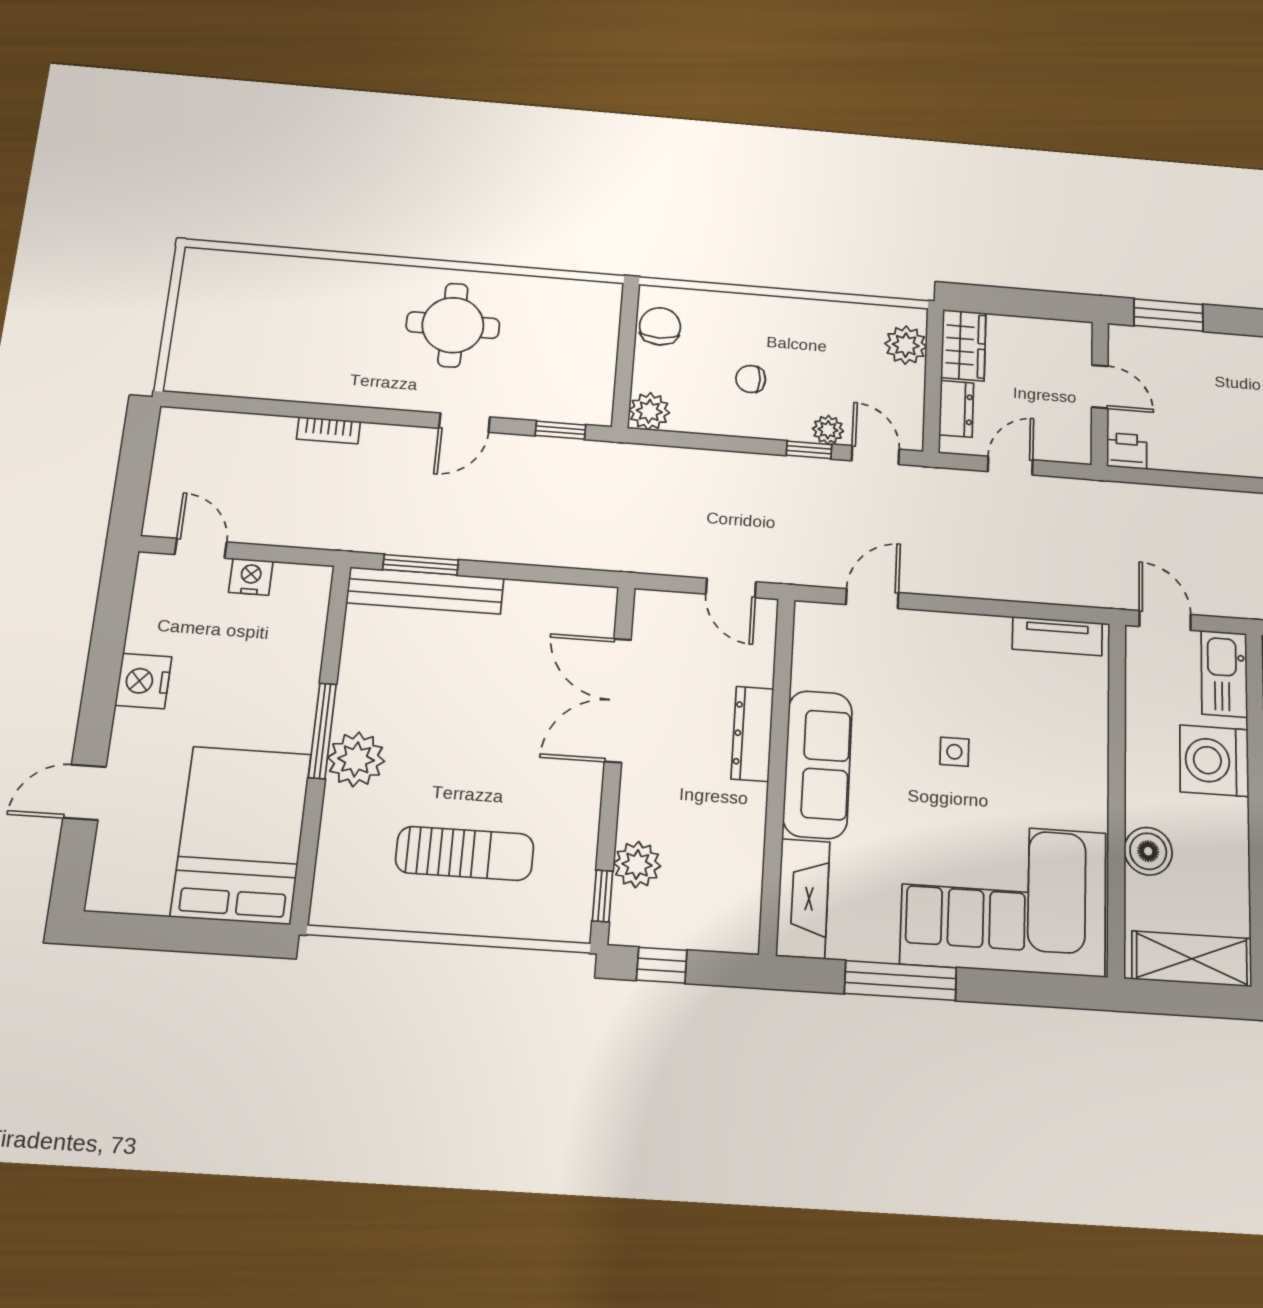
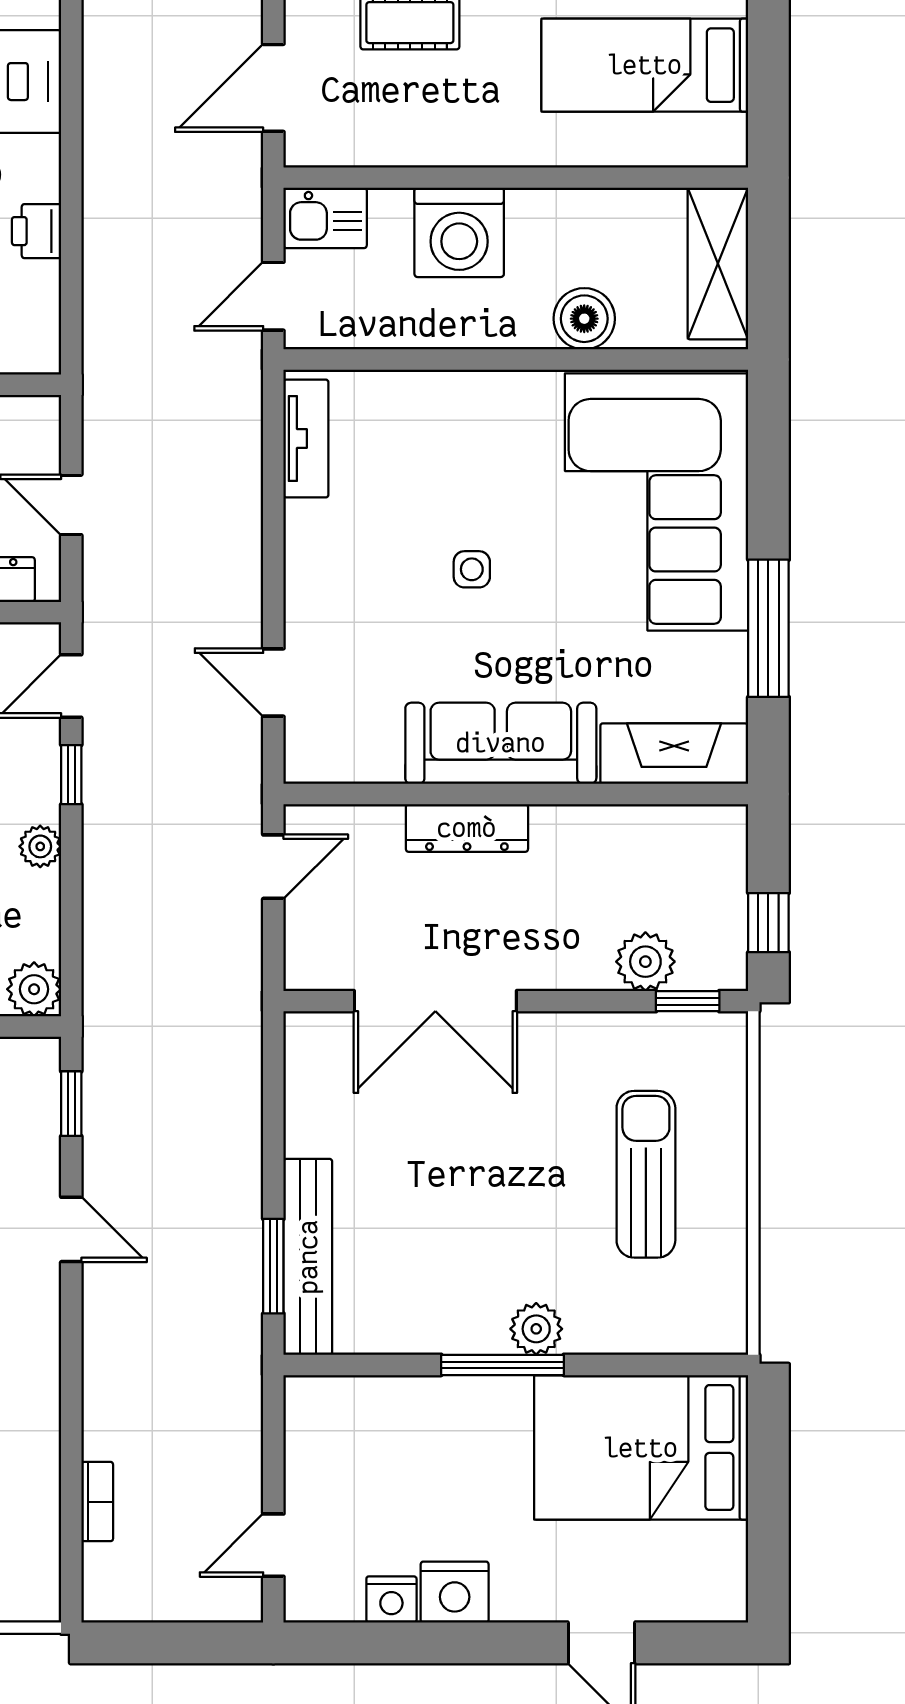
bookcase: (328, 430) -> (97, 1502), moved
plant: (828, 430) -> (40, 846), moved
printer: (1127, 451) -> (37, 231), moved
nightstand: (251, 577) -> (391, 1599), moved, turned -90
kitchen sink: (1224, 674) -> (325, 218), width x0.73
plant: (356, 759) -> (536, 1329), width x0.73, depth x0.73

